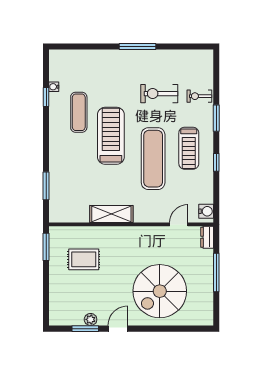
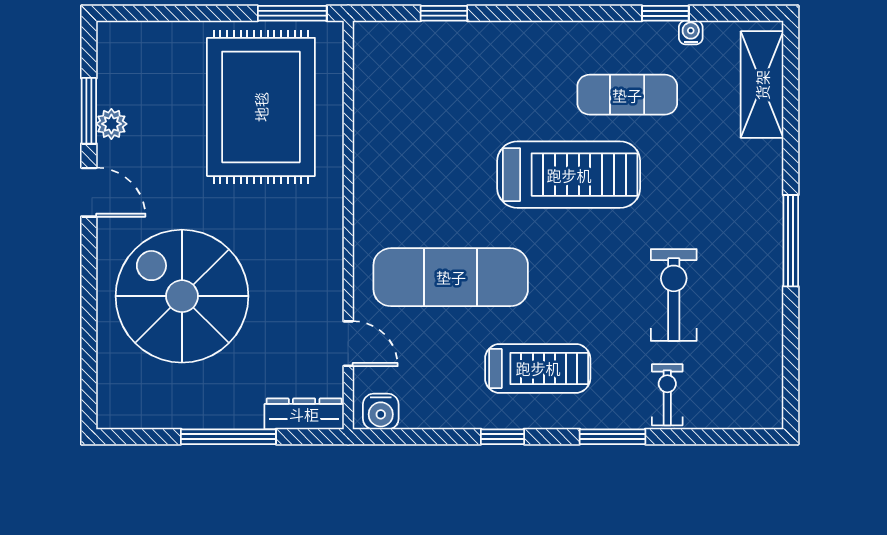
treadmill: (189, 148) -> (538, 368), turned 180
exercise mat: (153, 159) -> (451, 277), moved
window: (46, 186) -> (444, 13), width x0.67
shelving: (111, 214) -> (762, 85), moved
dresser: (207, 237) -> (304, 414), width x1.44
rug: (84, 259) -> (261, 107), width x1.86, depth x2.06

